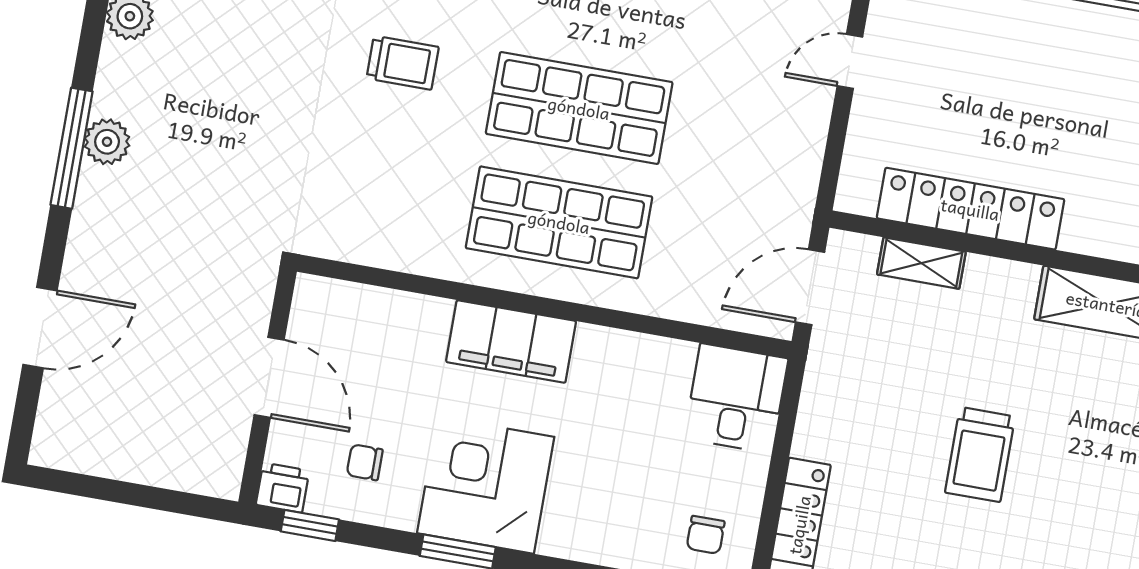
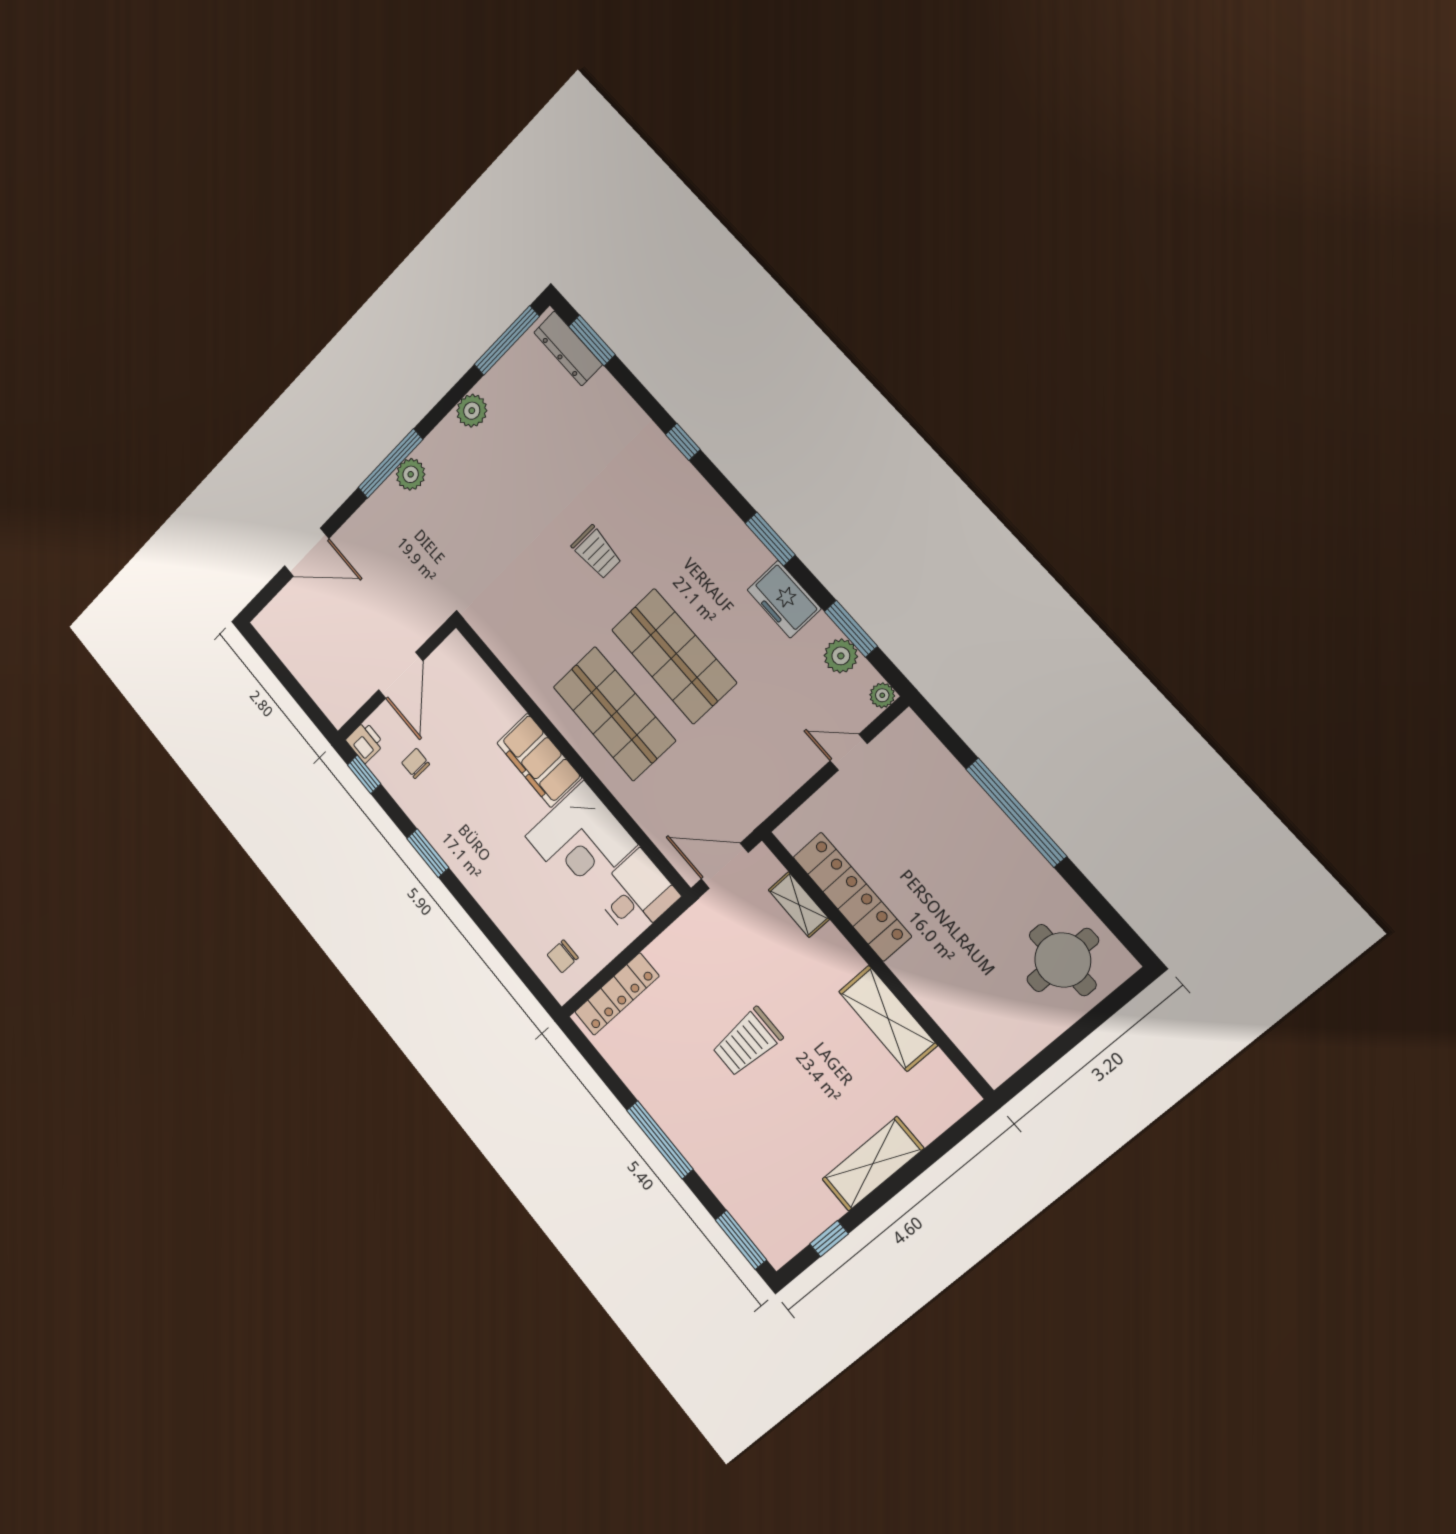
corner desk: (486, 485) -> (581, 840), moved, turned 180

